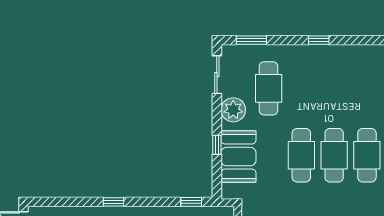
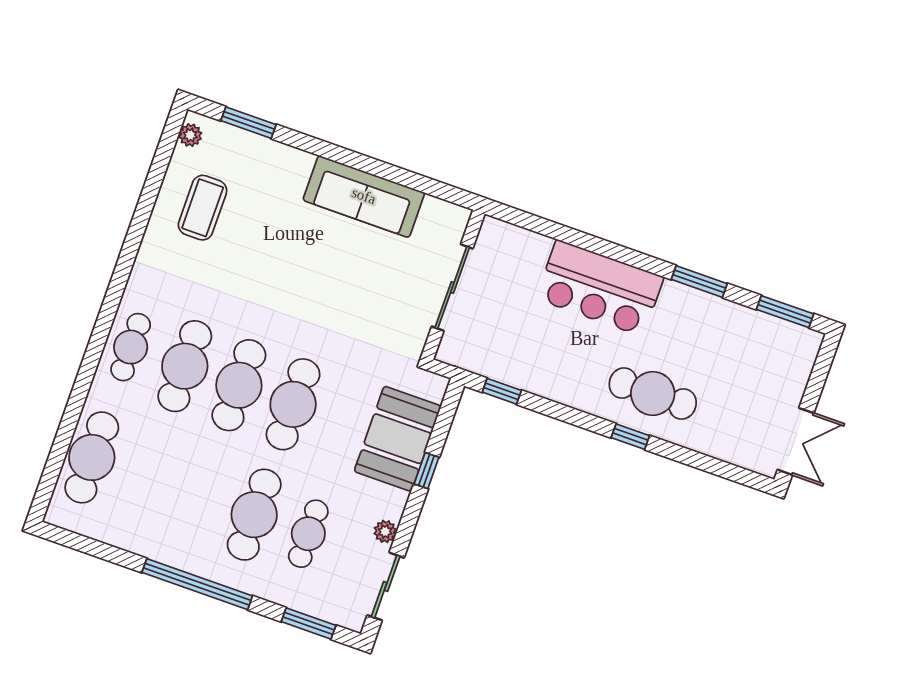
window: (319, 40) -> (197, 584), width x3.17
cafe table: (269, 88) -> (308, 534), width x0.73, depth x0.74
cafe table: (301, 88) -> (254, 515), added
plant: (233, 110) -> (385, 532), width x0.53, depth x0.53

